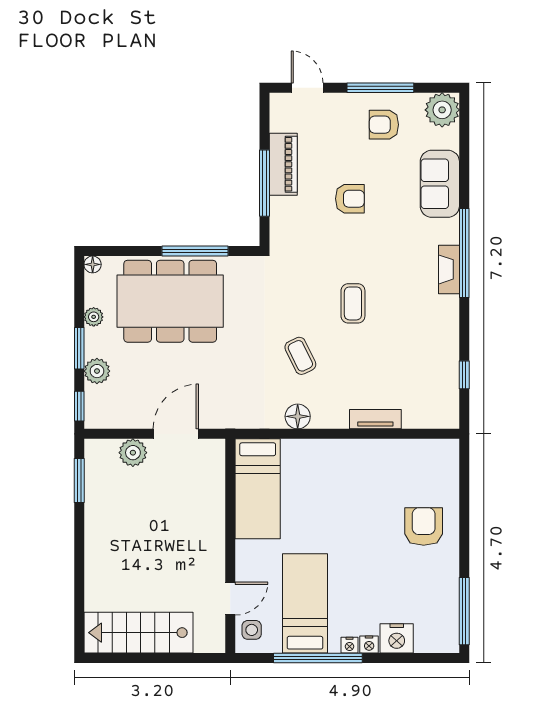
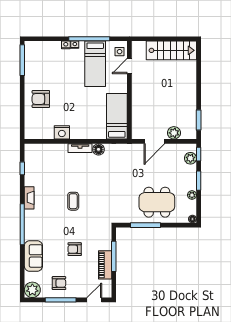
door: (307, 88) -> (94, 300), swing flipped
fireplace: (449, 269) -> (29, 198), moved
dining table: (170, 301) -> (157, 202), width x0.73, depth x0.80
coffee table: (300, 356) -> (97, 177), removed
plant: (97, 371) -> (190, 158), moved
tv unit: (375, 419) -> (80, 148), moved
armchair: (424, 526) -> (41, 99), turned 90
nightstand: (397, 638) -> (62, 132), moved, turned 180

